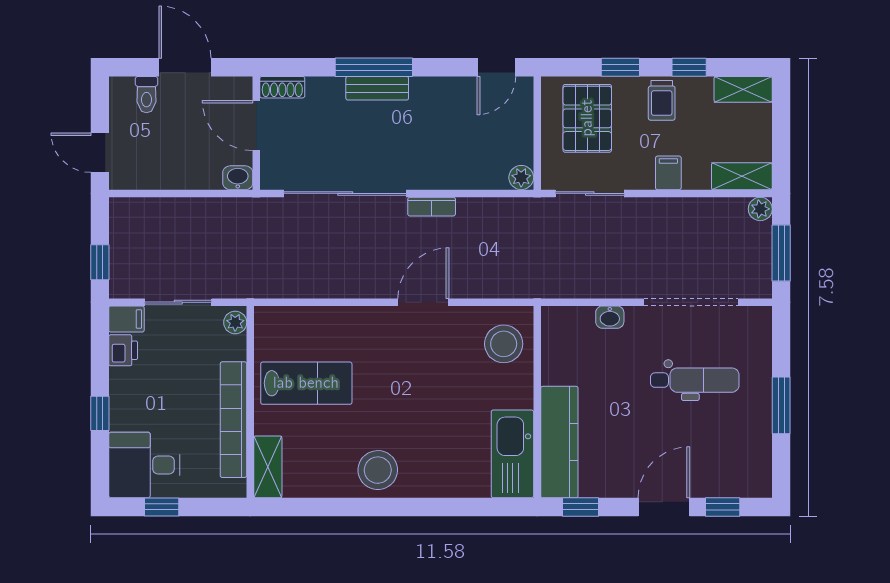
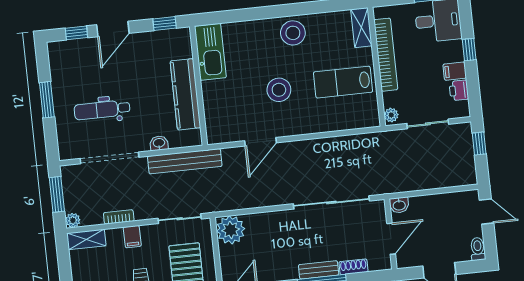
shoe rack: (282, 87) -> (353, 267), moved
toilet: (146, 95) -> (478, 249), moved
door: (256, 126) -> (391, 239), hinge flipped
plant: (521, 178) -> (231, 230), width x1.88, depth x1.88
bookcase: (432, 207) -> (119, 217), moved
bench: (572, 284) -> (185, 161), added
door: (423, 302) -> (261, 142), moved
filing cabinet: (126, 319) -> (455, 71), moved
stool: (504, 344) -> (279, 90), moved
kitchen counter: (559, 442) -> (185, 94), moved

